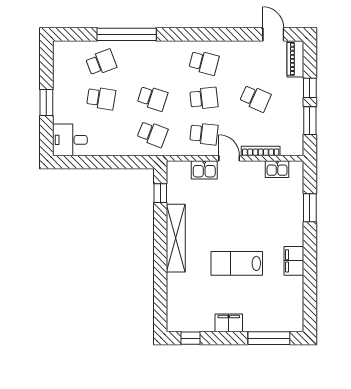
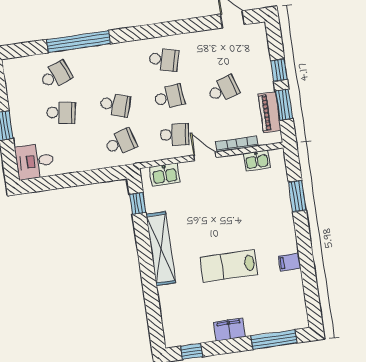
piano: (295, 59) -> (270, 112), moved
school desk: (255, 98) -> (223, 89), turned -42
school desk: (152, 134) -> (121, 142), turned -36
kitchen sink: (204, 170) -> (165, 175), moved
filing cabinet: (294, 261) -> (290, 262), width x0.50

